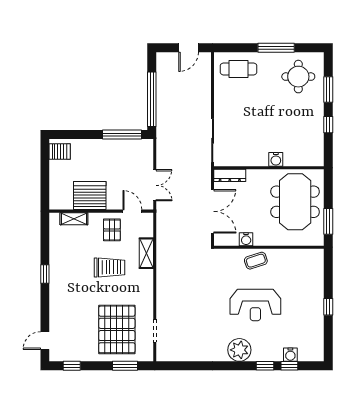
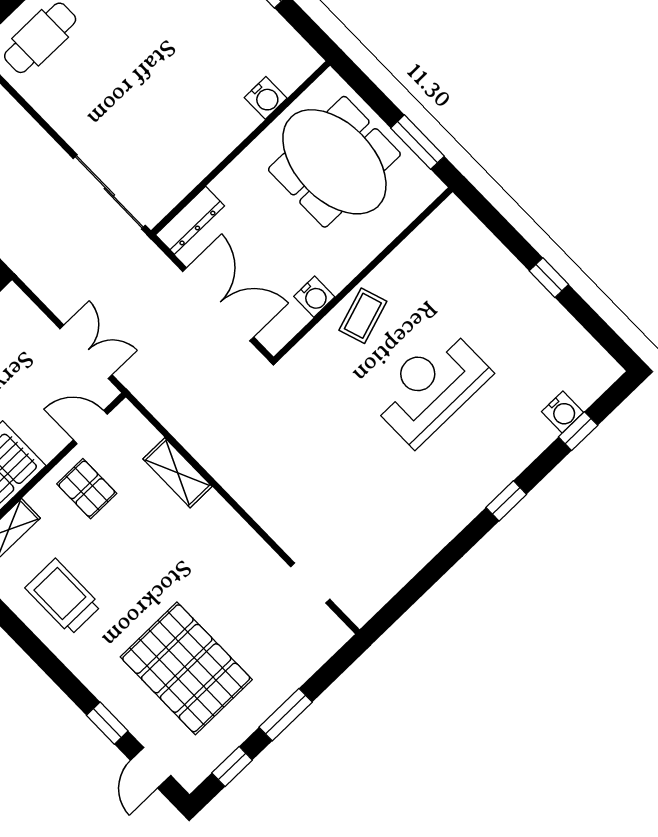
water cooler: (276, 159) -> (266, 98), moved
trolley: (109, 267) -> (63, 597), moved, turned -90
window: (45, 274) -> (107, 723), moved
reception desk: (255, 305) -> (430, 387), turned 180
pallet: (117, 329) -> (186, 668), moved
plant: (239, 350) -> (474, 483), removed
window: (125, 366) -> (286, 715), moved
window: (265, 366) -> (506, 501), moved

